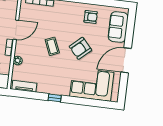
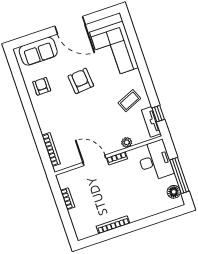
coffee table: (52, 46) -> (129, 101), moved
armchair: (80, 48) -> (81, 81), turned -143
window: (55, 98) -> (158, 114), moved

